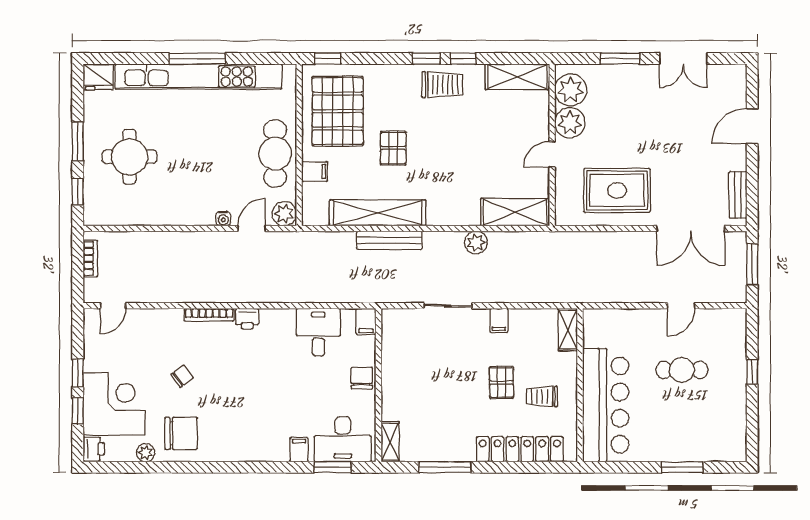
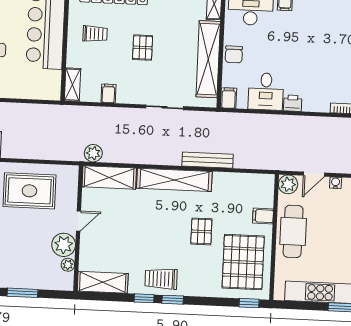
plant: (571, 90) -> (68, 265), width x0.53, depth x0.53
shelving: (378, 213) -> (174, 180), moved
plant: (476, 243) -> (93, 153), moved
printer: (247, 319) -> (293, 103), moved
filing cabinet: (499, 320) -> (108, 93), moved
shelving: (395, 370) -> (208, 59), added
pallet: (501, 382) -> (143, 48), moved

